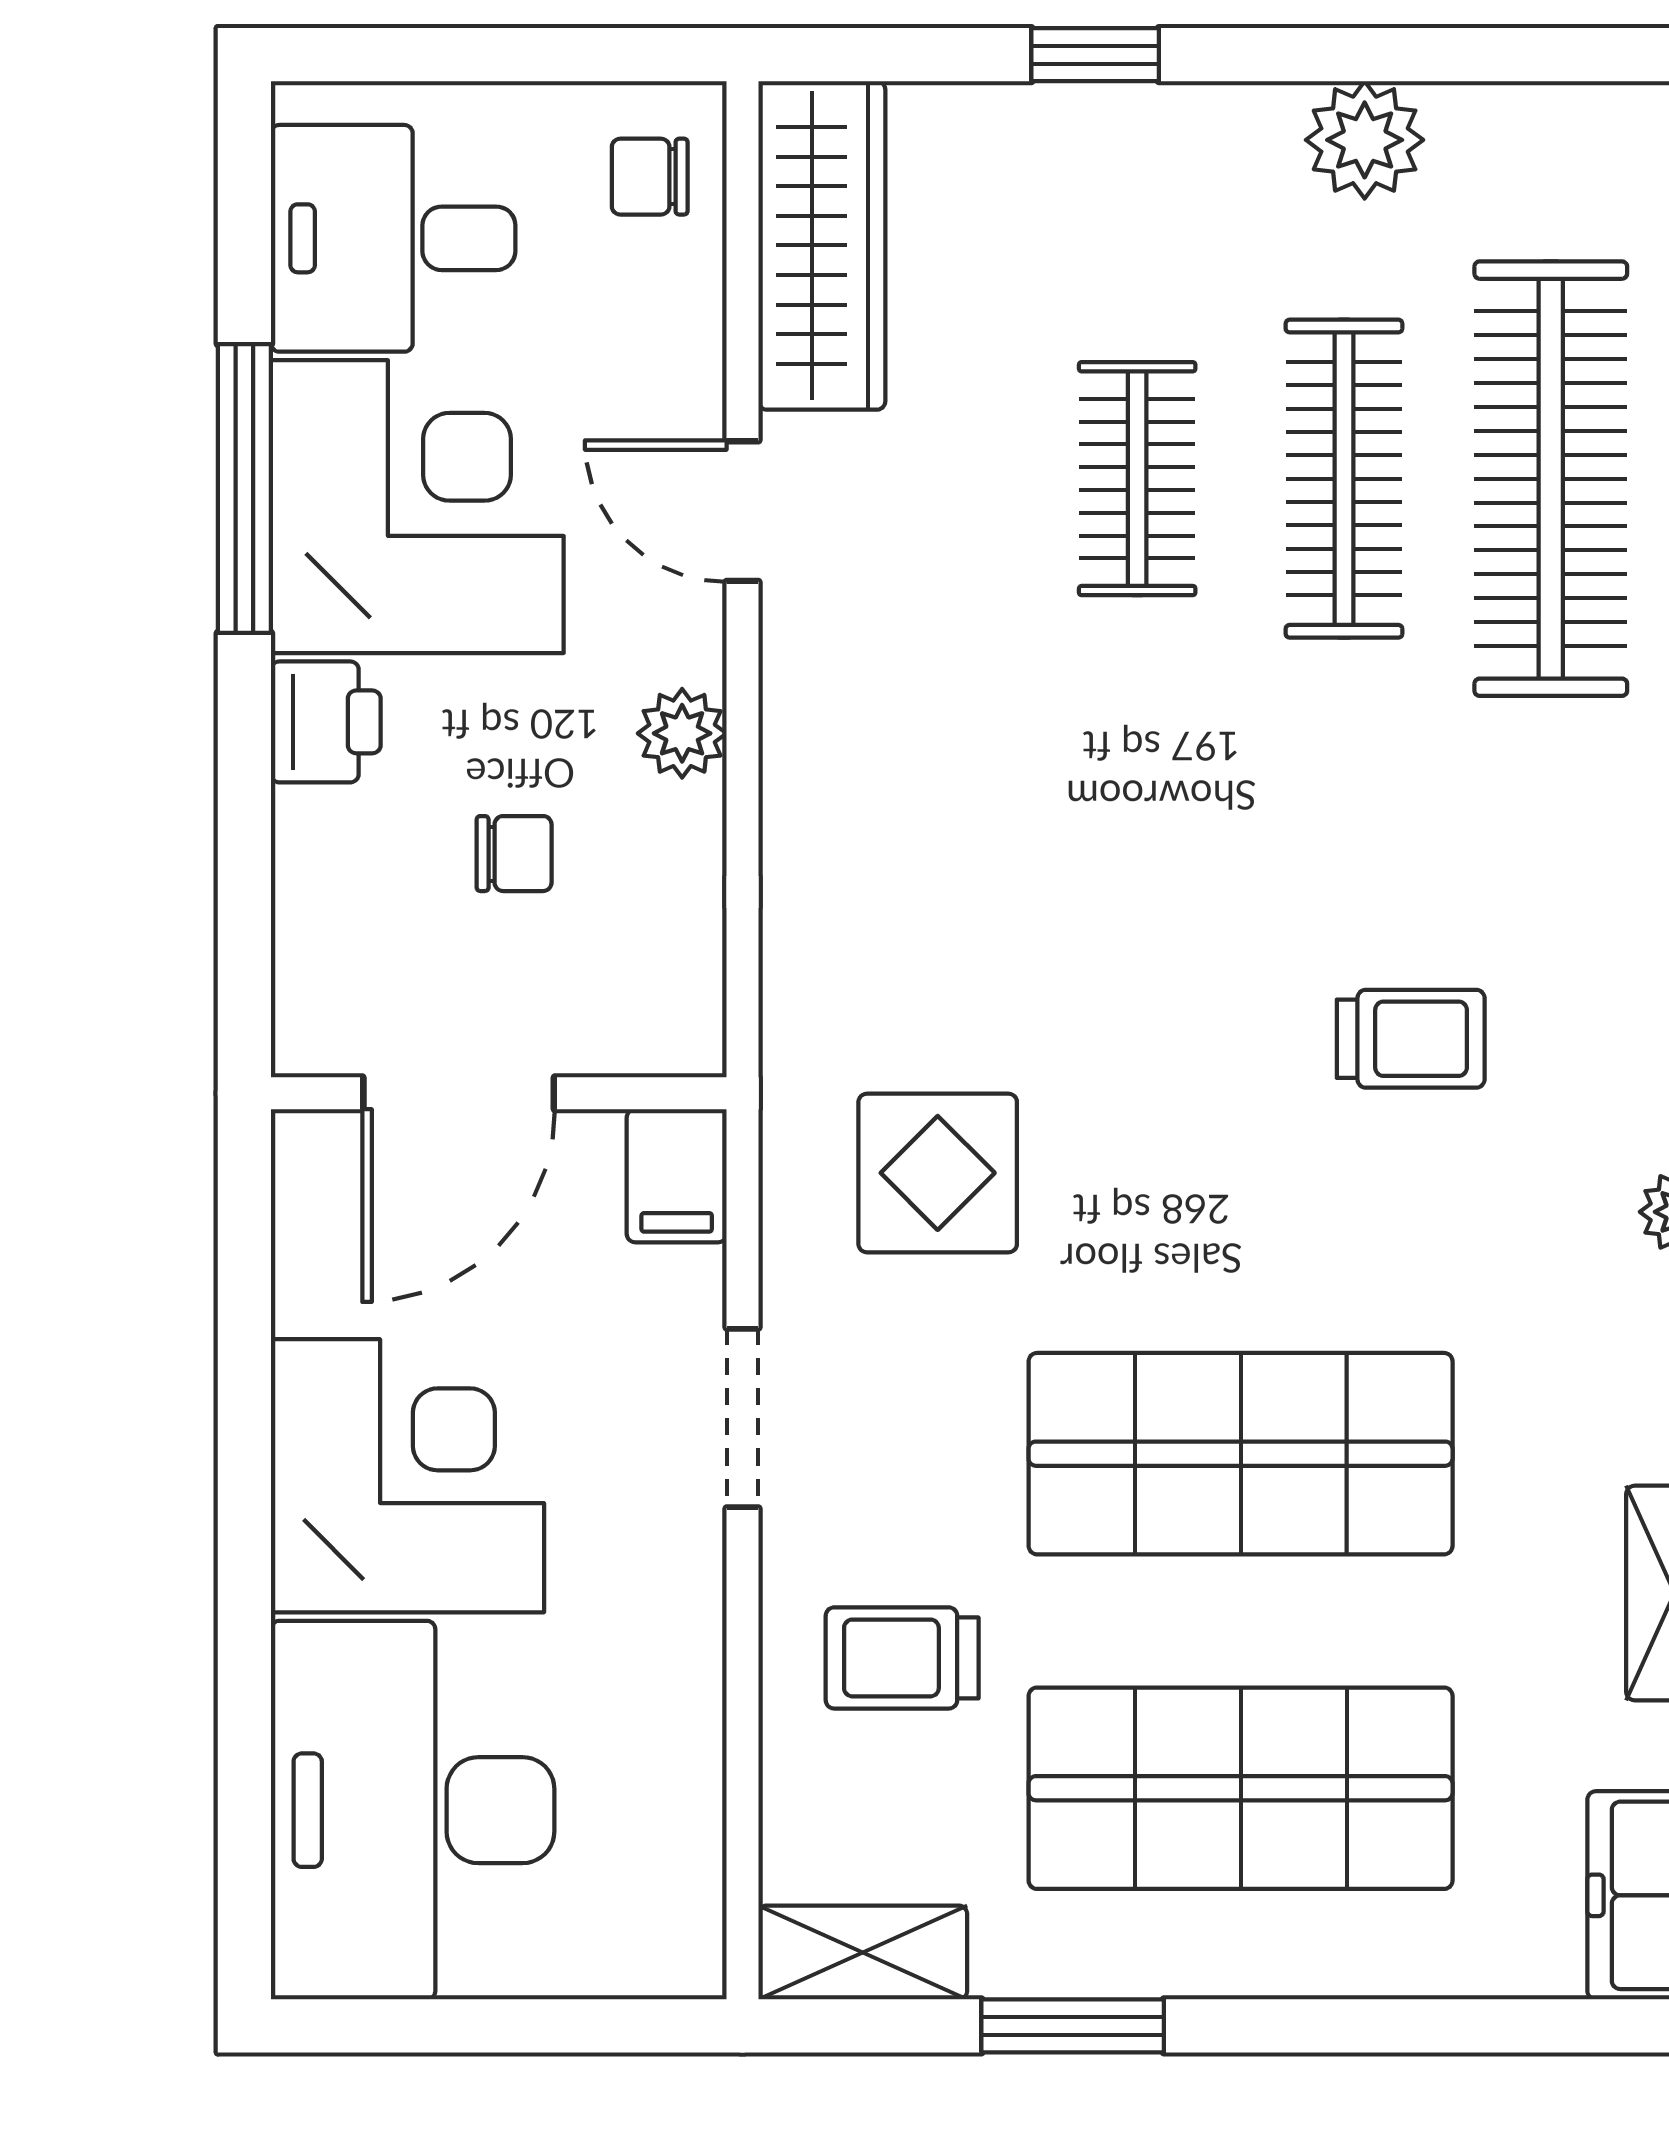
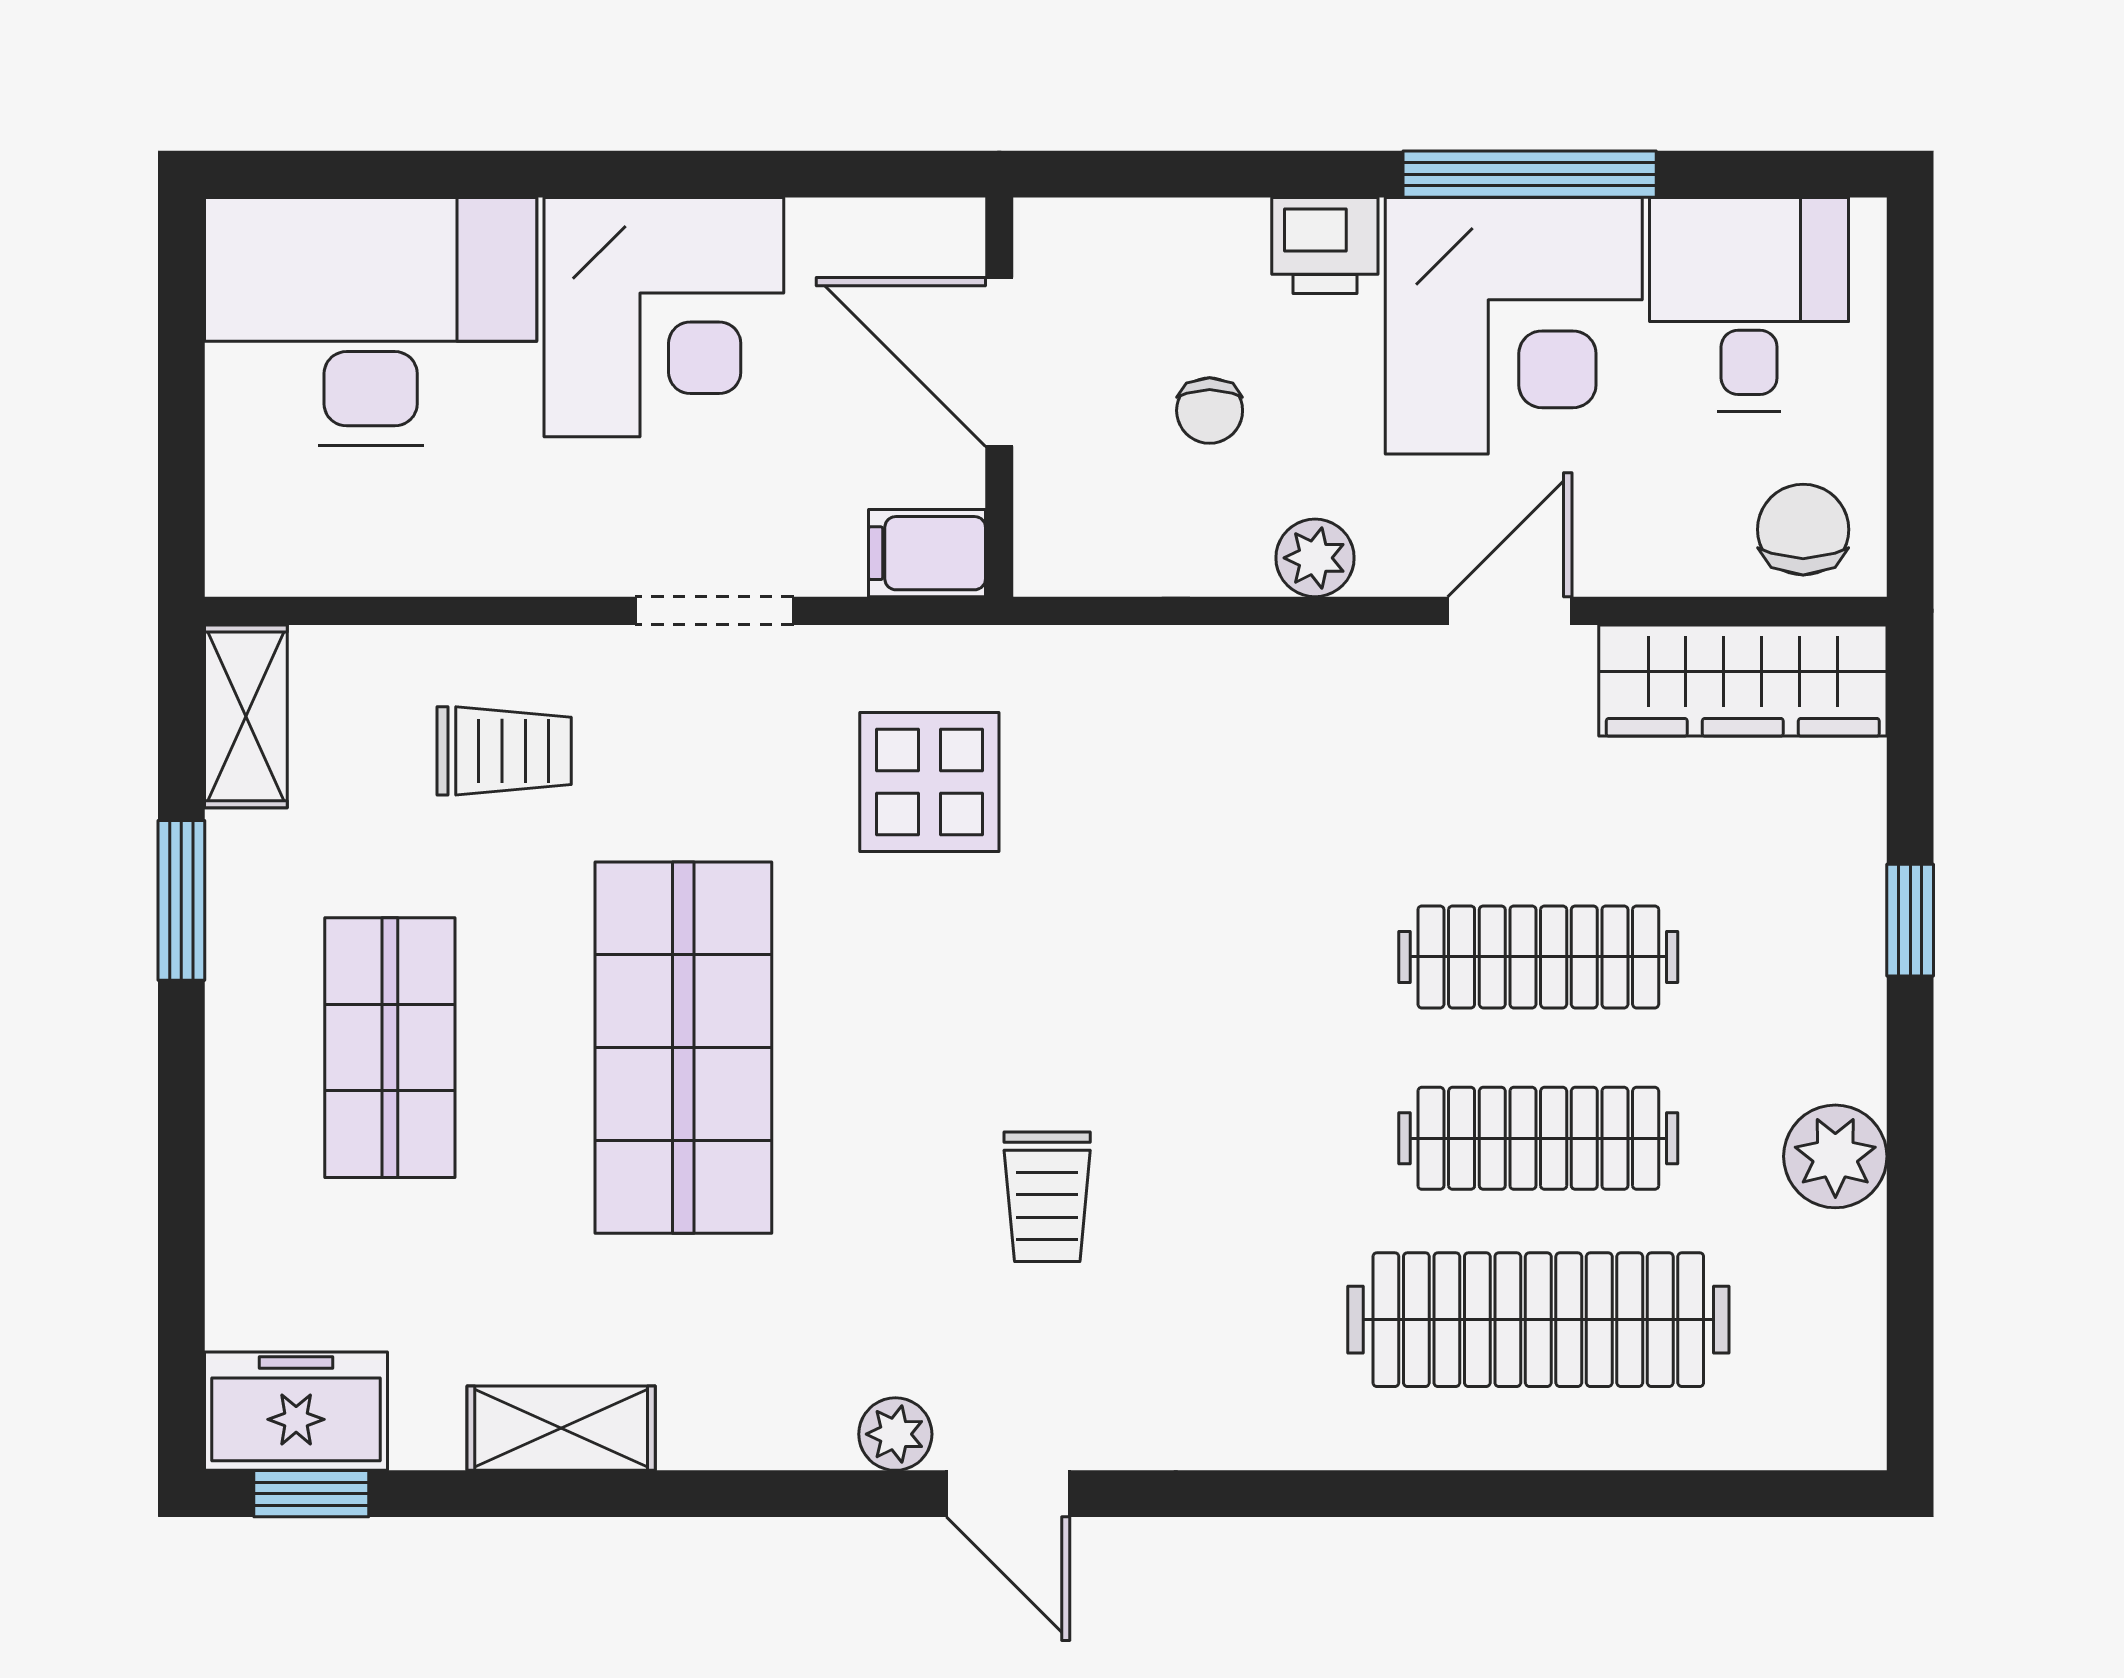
chair: (650, 177) -> (1803, 530), width x1.37, depth x1.37
clothes rail: (1137, 479) -> (1538, 957), width x1.36
trolley: (902, 1658) -> (504, 751), turned 90
shop shelf: (1241, 1788) -> (390, 1048), width x0.70, depth x0.74

